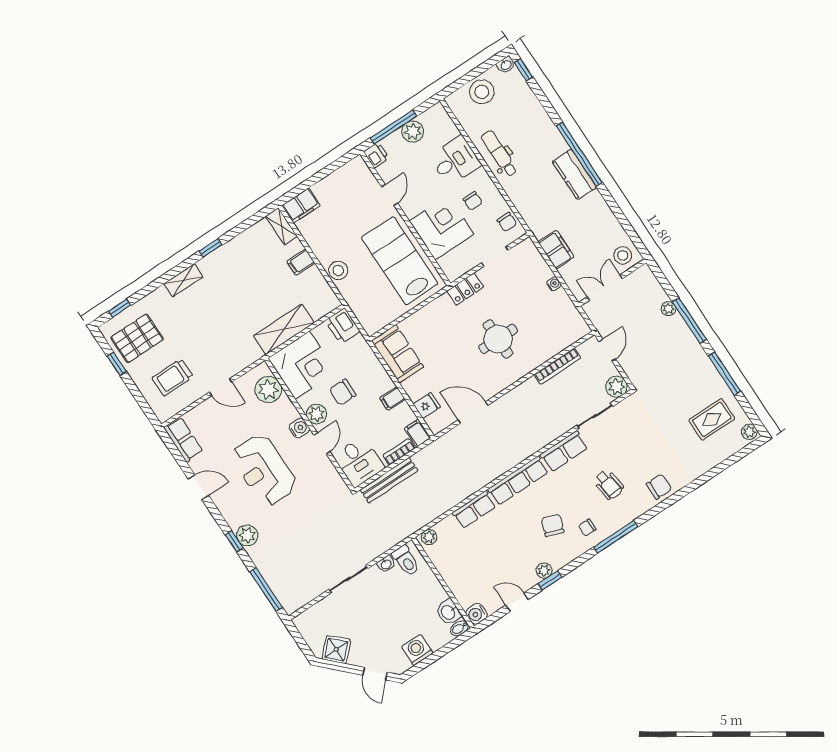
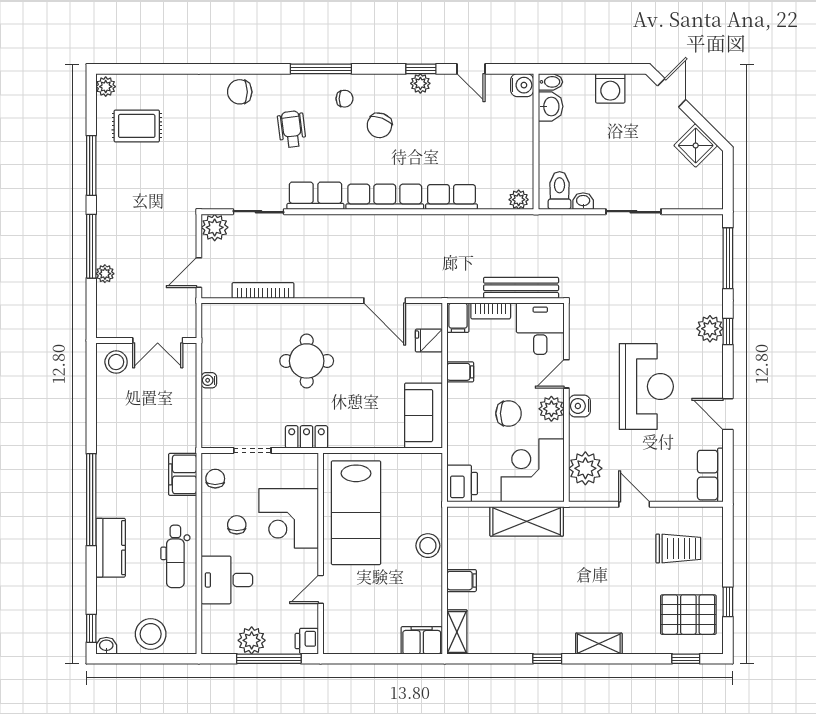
kitchen counter: (574, 174) -> (111, 548), moved
filing cabinet: (556, 250) -> (183, 474), moved

